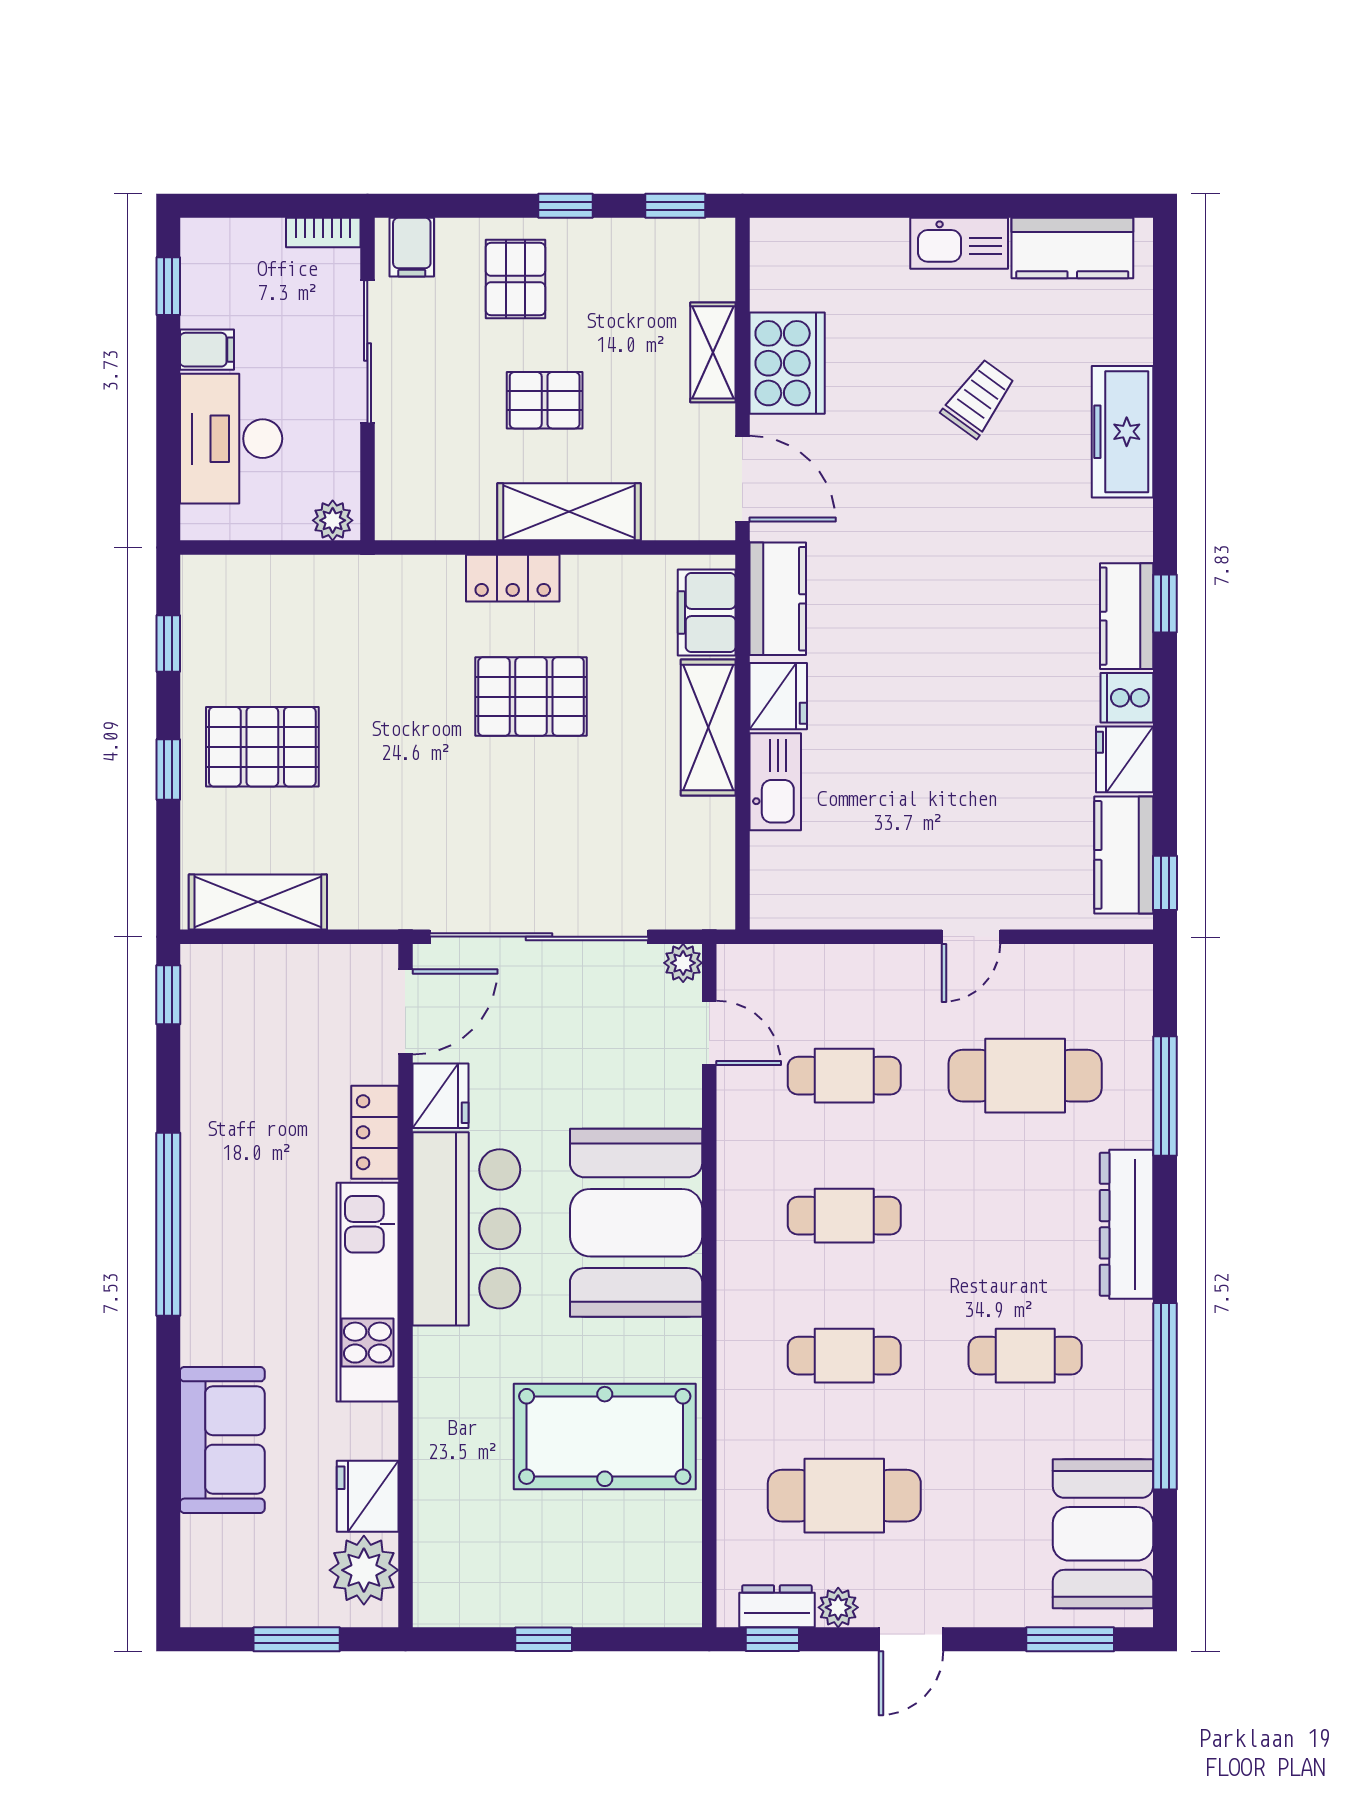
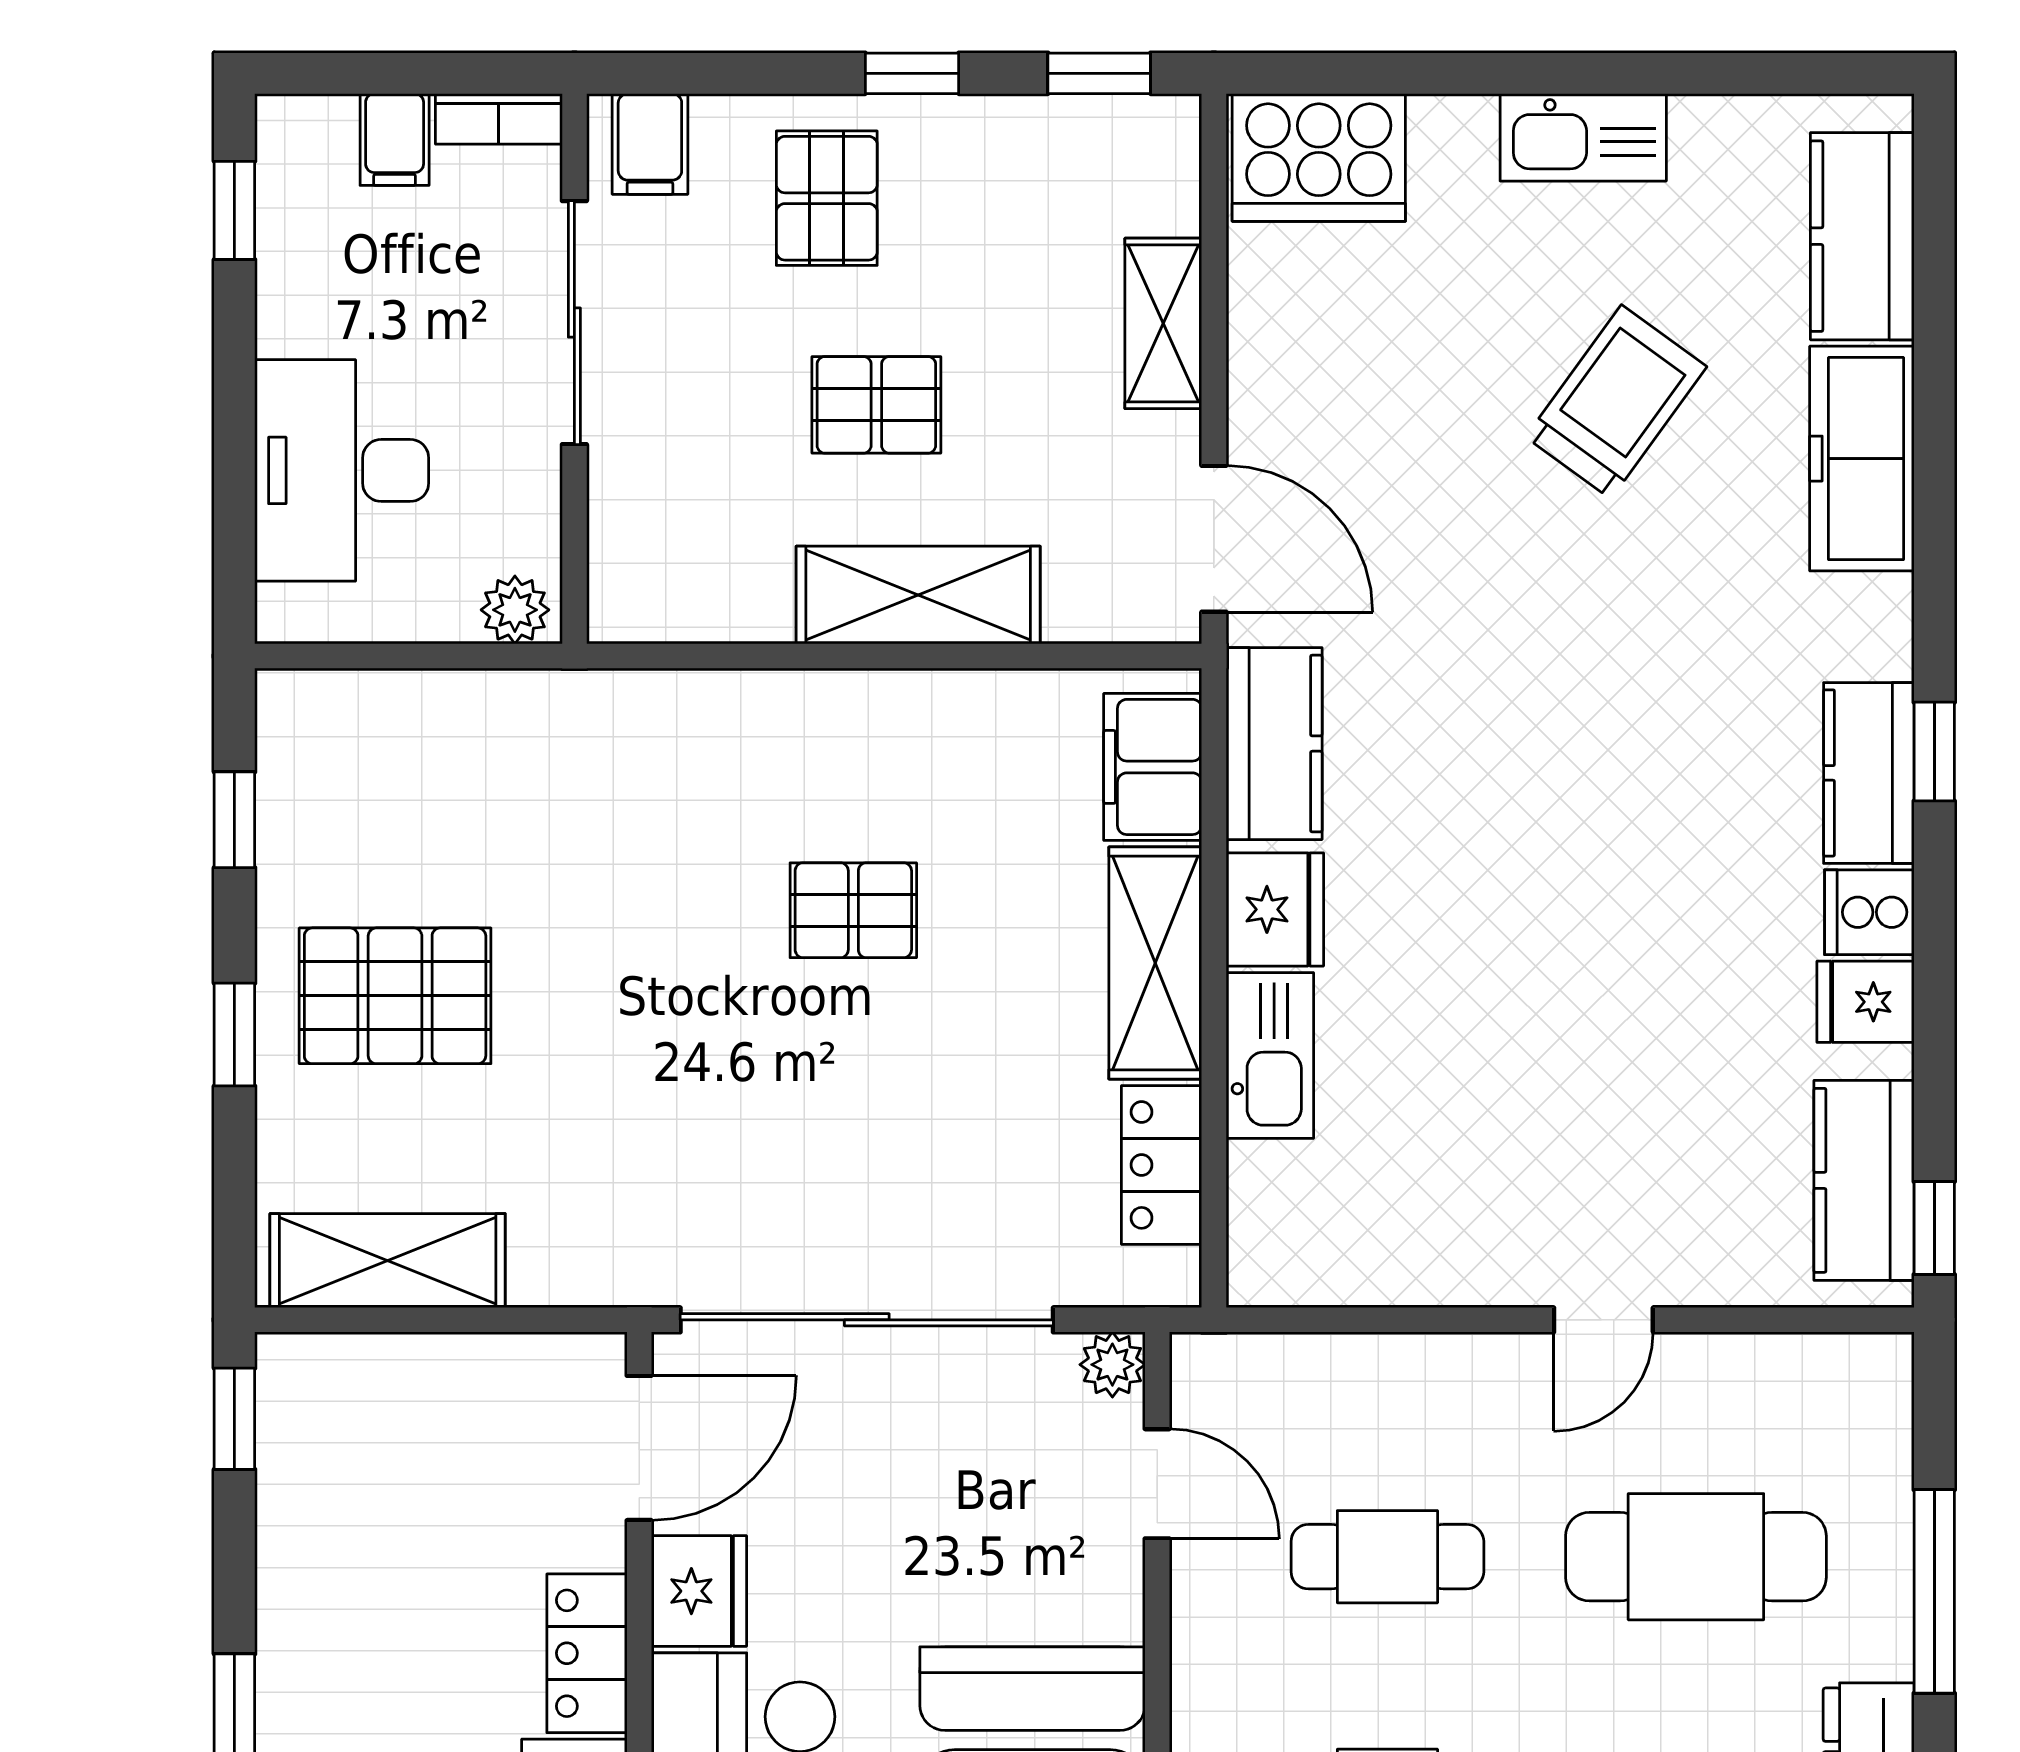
kitchen counter: (1072, 248) -> (1862, 236), moved, turned 90
filing cabinet: (207, 350) -> (395, 139), moved, turned 90
cooker: (787, 363) -> (1319, 157), moved, turned 90
trolley: (978, 398) -> (1616, 402), width x1.36, depth x1.39
locker: (513, 578) -> (1162, 1165), moved, turned 90
pallet: (531, 697) -> (853, 910), width x0.67, depth x0.71
fridge: (1125, 759) -> (1866, 1002), width x0.72

